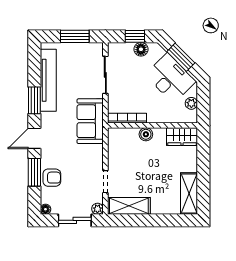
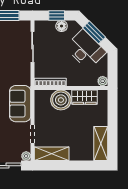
plant: (191, 103) -> (103, 81), moved
sofa: (90, 121) -> (20, 104), moved
boiler: (146, 134) -> (61, 100), width x1.86, depth x1.86
wardrobe: (182, 137) -> (84, 97), moved

